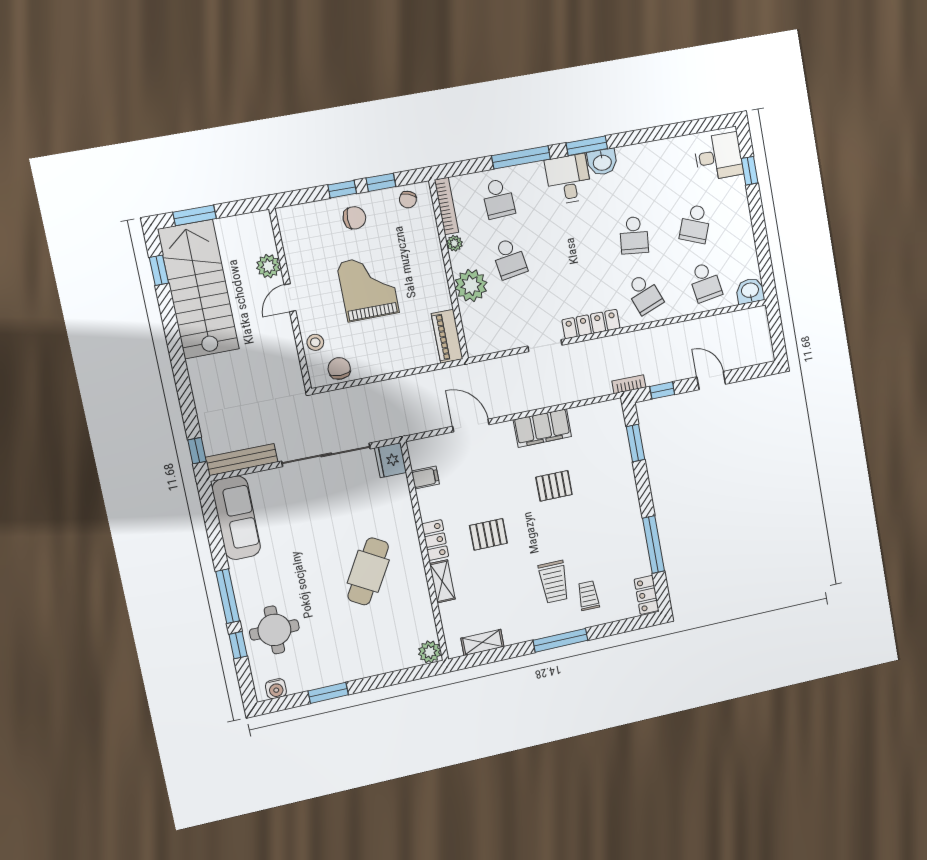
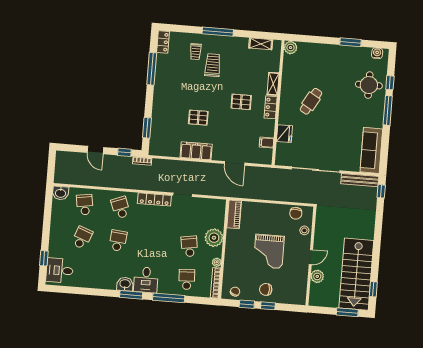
fridge: (390, 460) -> (284, 134), moved
cafe table: (368, 571) -> (311, 101), width x0.73, depth x0.74

